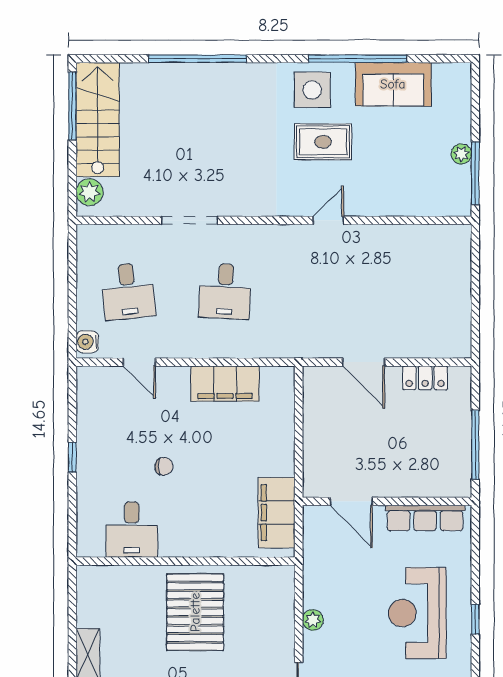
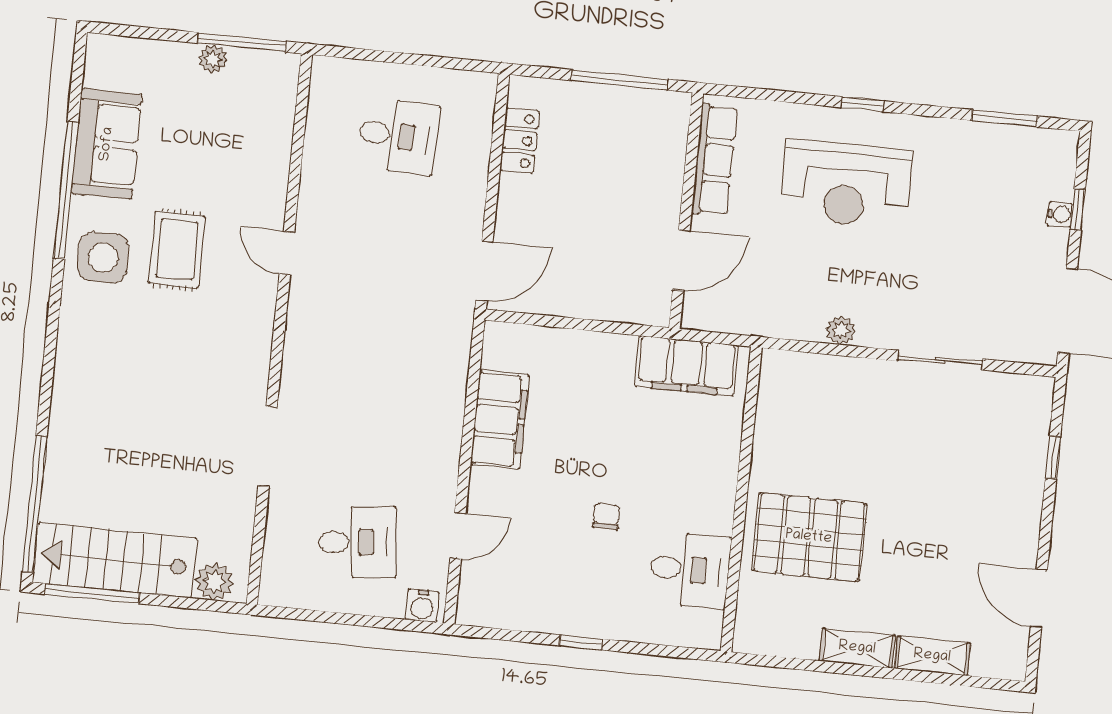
window: (198, 59) -> (35, 504), moved
desk: (225, 291) -> (398, 136), moved
door: (364, 362) -> (484, 271), moved
pallet: (195, 612) -> (809, 537), moved

